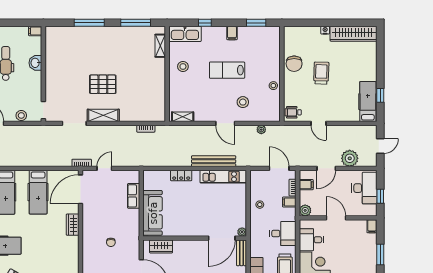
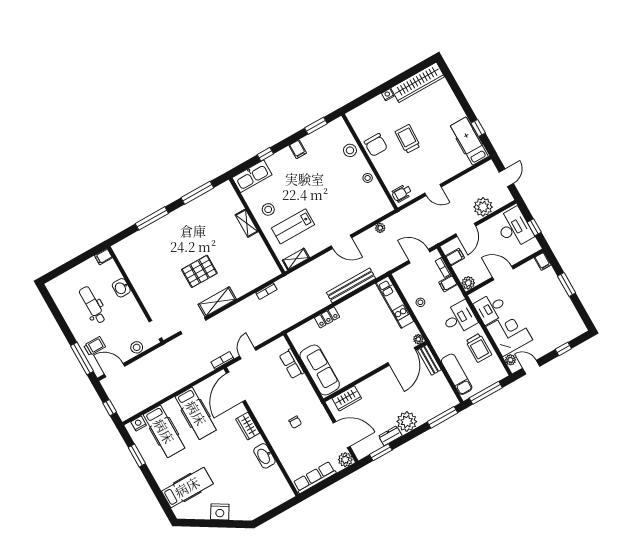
shelving: (160, 46) -> (247, 223), moved
lab bench: (227, 70) -> (293, 226), moved
stool: (243, 102) -> (350, 150), moved
kitchen unit: (223, 177) -> (395, 302), moved, turned 90
washbasin: (72, 255) -> (264, 456), added

